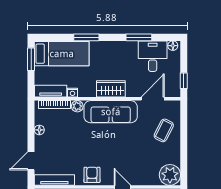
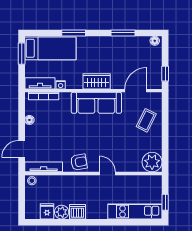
desk: (153, 56) -> (136, 51), removed
plant: (77, 106) -> (65, 98), removed
armchair: (92, 175) -> (79, 162), turned 80

